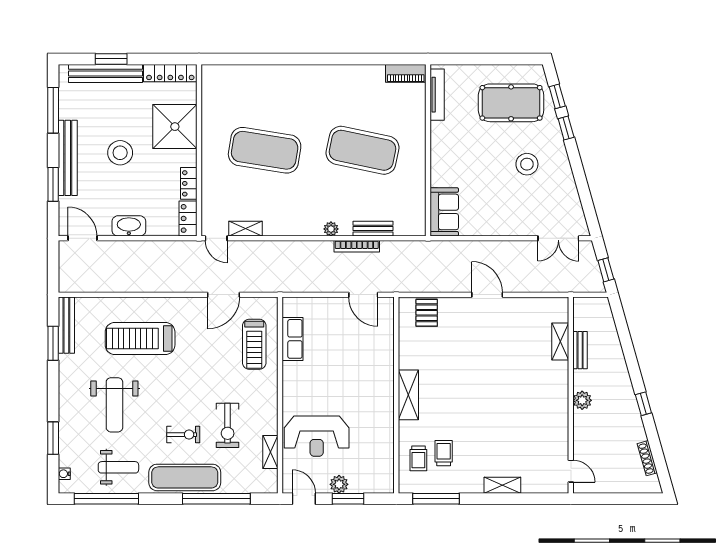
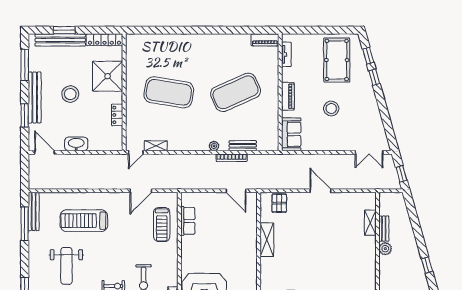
tv unit: (437, 95) -> (286, 54), width x0.71
pool table: (511, 103) -> (337, 60), turned 90
exercise mat: (363, 150) -> (235, 92), turned -36
piano: (439, 156) -> (288, 96), added
stool: (527, 164) -> (331, 108), moved
locker: (188, 218) -> (117, 139), removed
door: (216, 238) -> (136, 152), hinge flipped
window: (53, 343) -> (25, 224), width x1.44
shelving: (408, 395) -> (267, 240), moved
plant: (582, 400) -> (385, 249), moved

